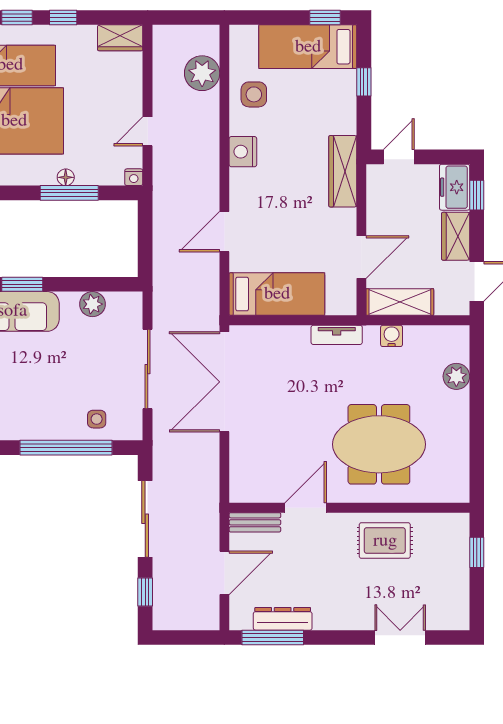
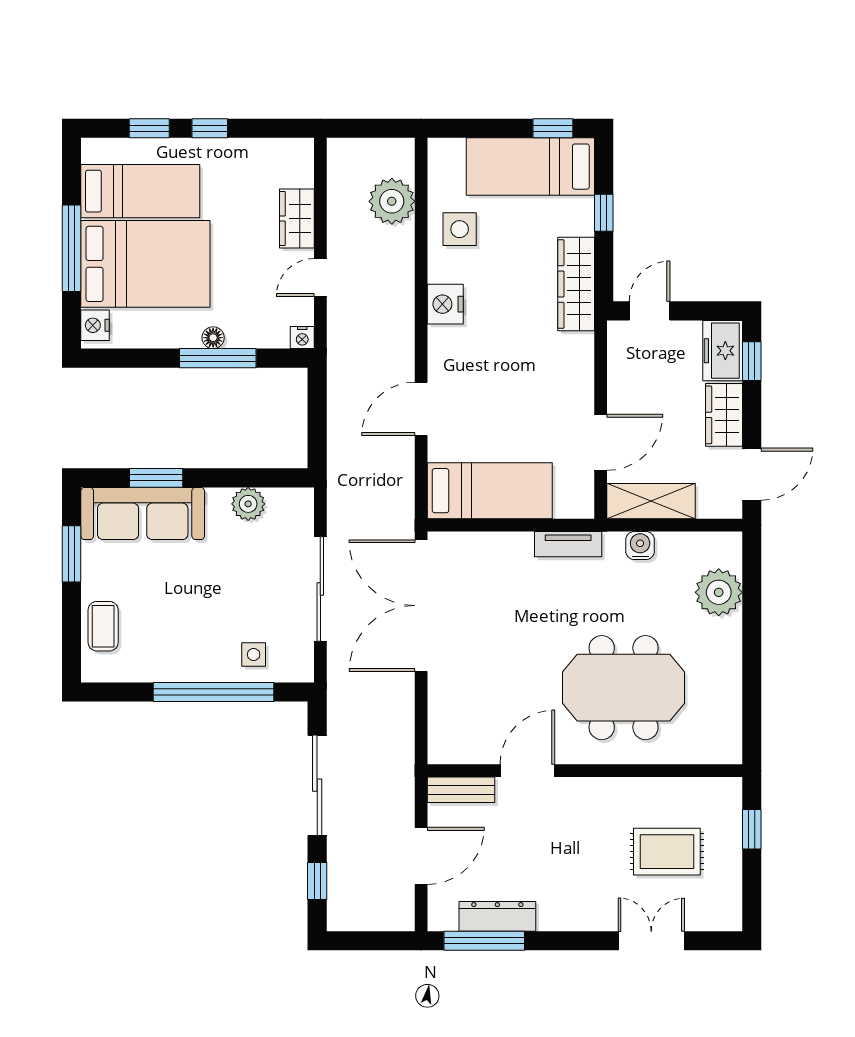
wardrobe: (120, 38) -> (297, 219), moved, turned 90
wardrobe: (343, 171) -> (576, 284), moved
plant: (456, 376) -> (719, 592), width x1.36, depth x1.36
rug: (385, 541) -> (667, 852), moved

